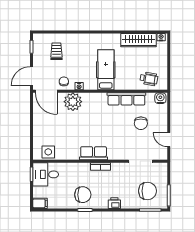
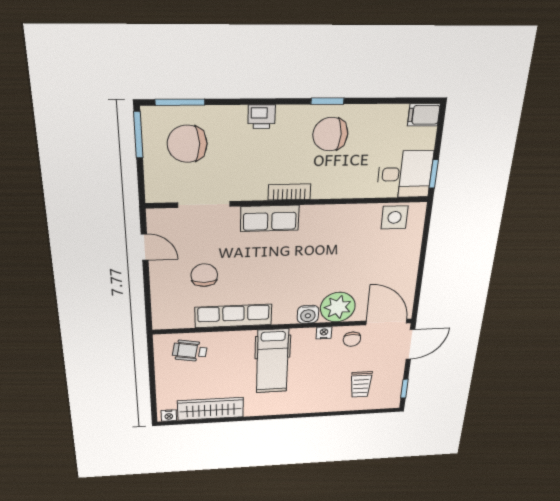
water cooler: (160, 98) -> (308, 314), moved
row of seats: (94, 153) -> (270, 218), moved

